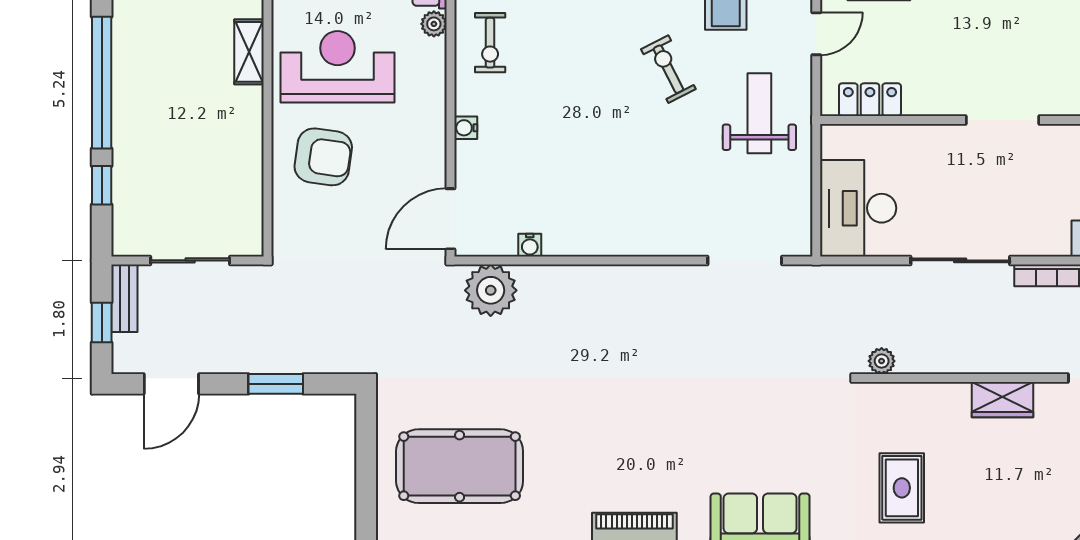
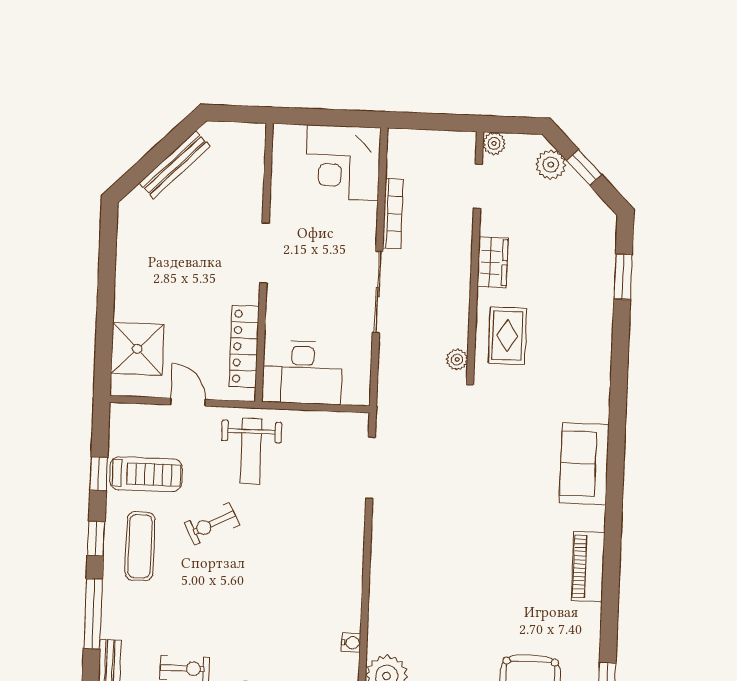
locker: (870, 100) -> (244, 346), width x1.53
weight bench: (759, 113) -> (251, 451), turned -90
desk: (858, 208) -> (302, 372), moved
rug: (902, 488) -> (507, 336), moved, turned 90

